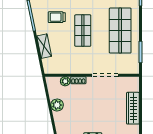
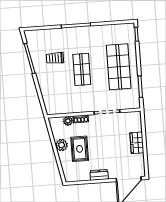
shelving: (44, 46) -> (45, 88), removed
wardrobe: (133, 108) -> (137, 143), width x0.67
rug: (75, 110) -> (80, 149), added

